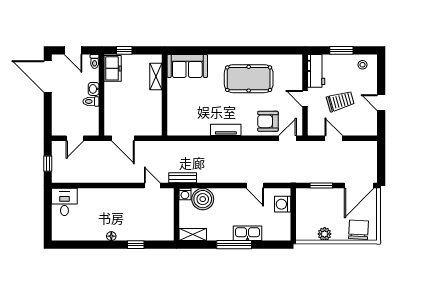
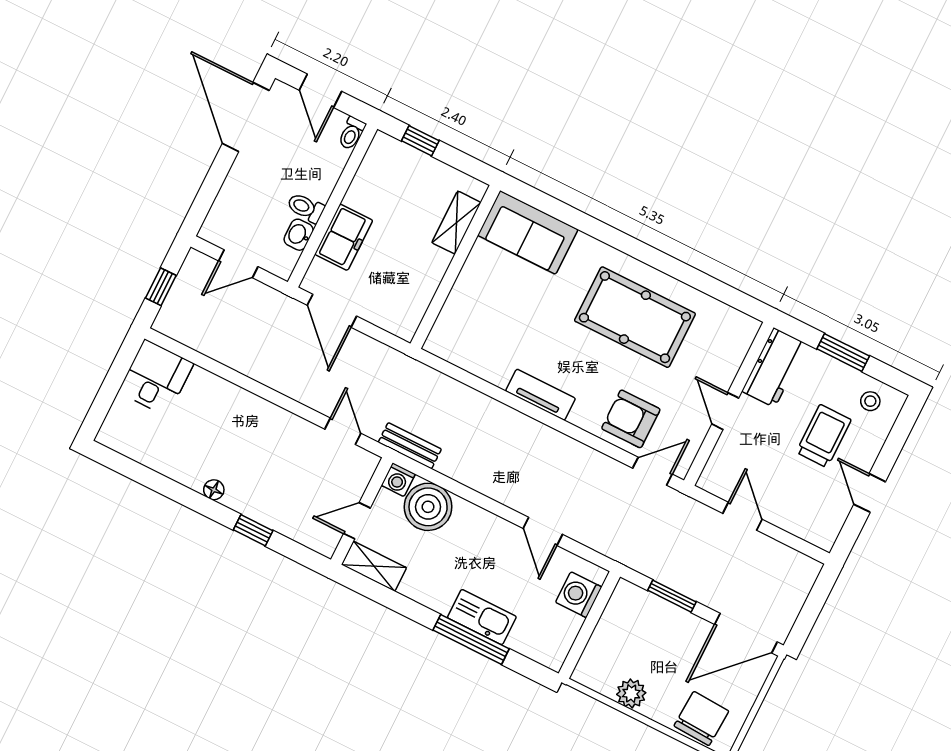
freezer: (113, 68) -> (344, 237), moved
washbasin: (94, 89) -> (299, 235), moved
trolley: (340, 101) -> (824, 436), moved, turned -74
door: (176, 219) -> (357, 521), added
window: (234, 245) -> (471, 639), moved

